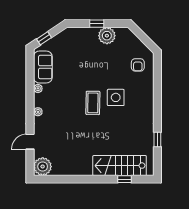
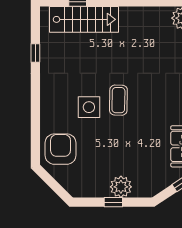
plant: (107, 36) -> (121, 187), moved
armchair: (138, 65) -> (61, 149), width x1.88, depth x1.88

